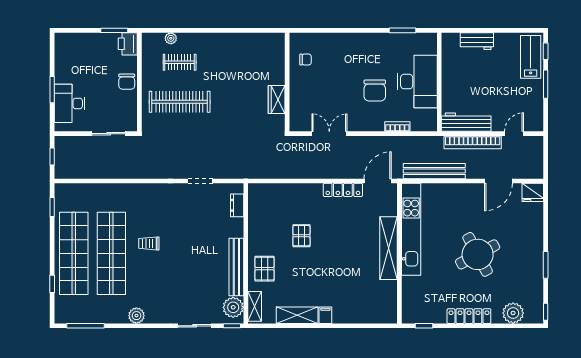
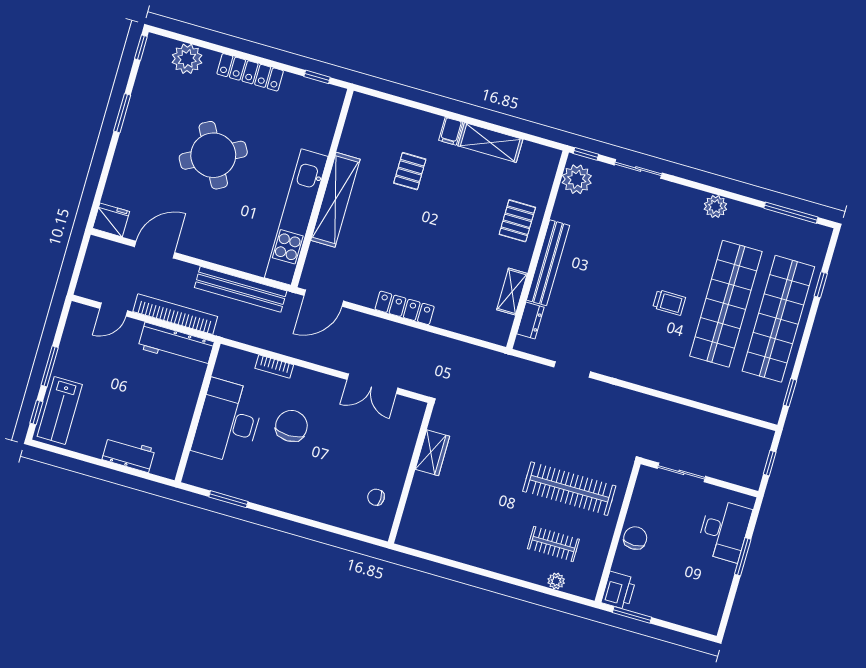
locker: (343, 190) -> (405, 308), moved
pallet: (301, 236) -> (410, 171), moved
bench: (236, 267) -> (548, 263), moved
shelving: (255, 306) -> (512, 292), moved

